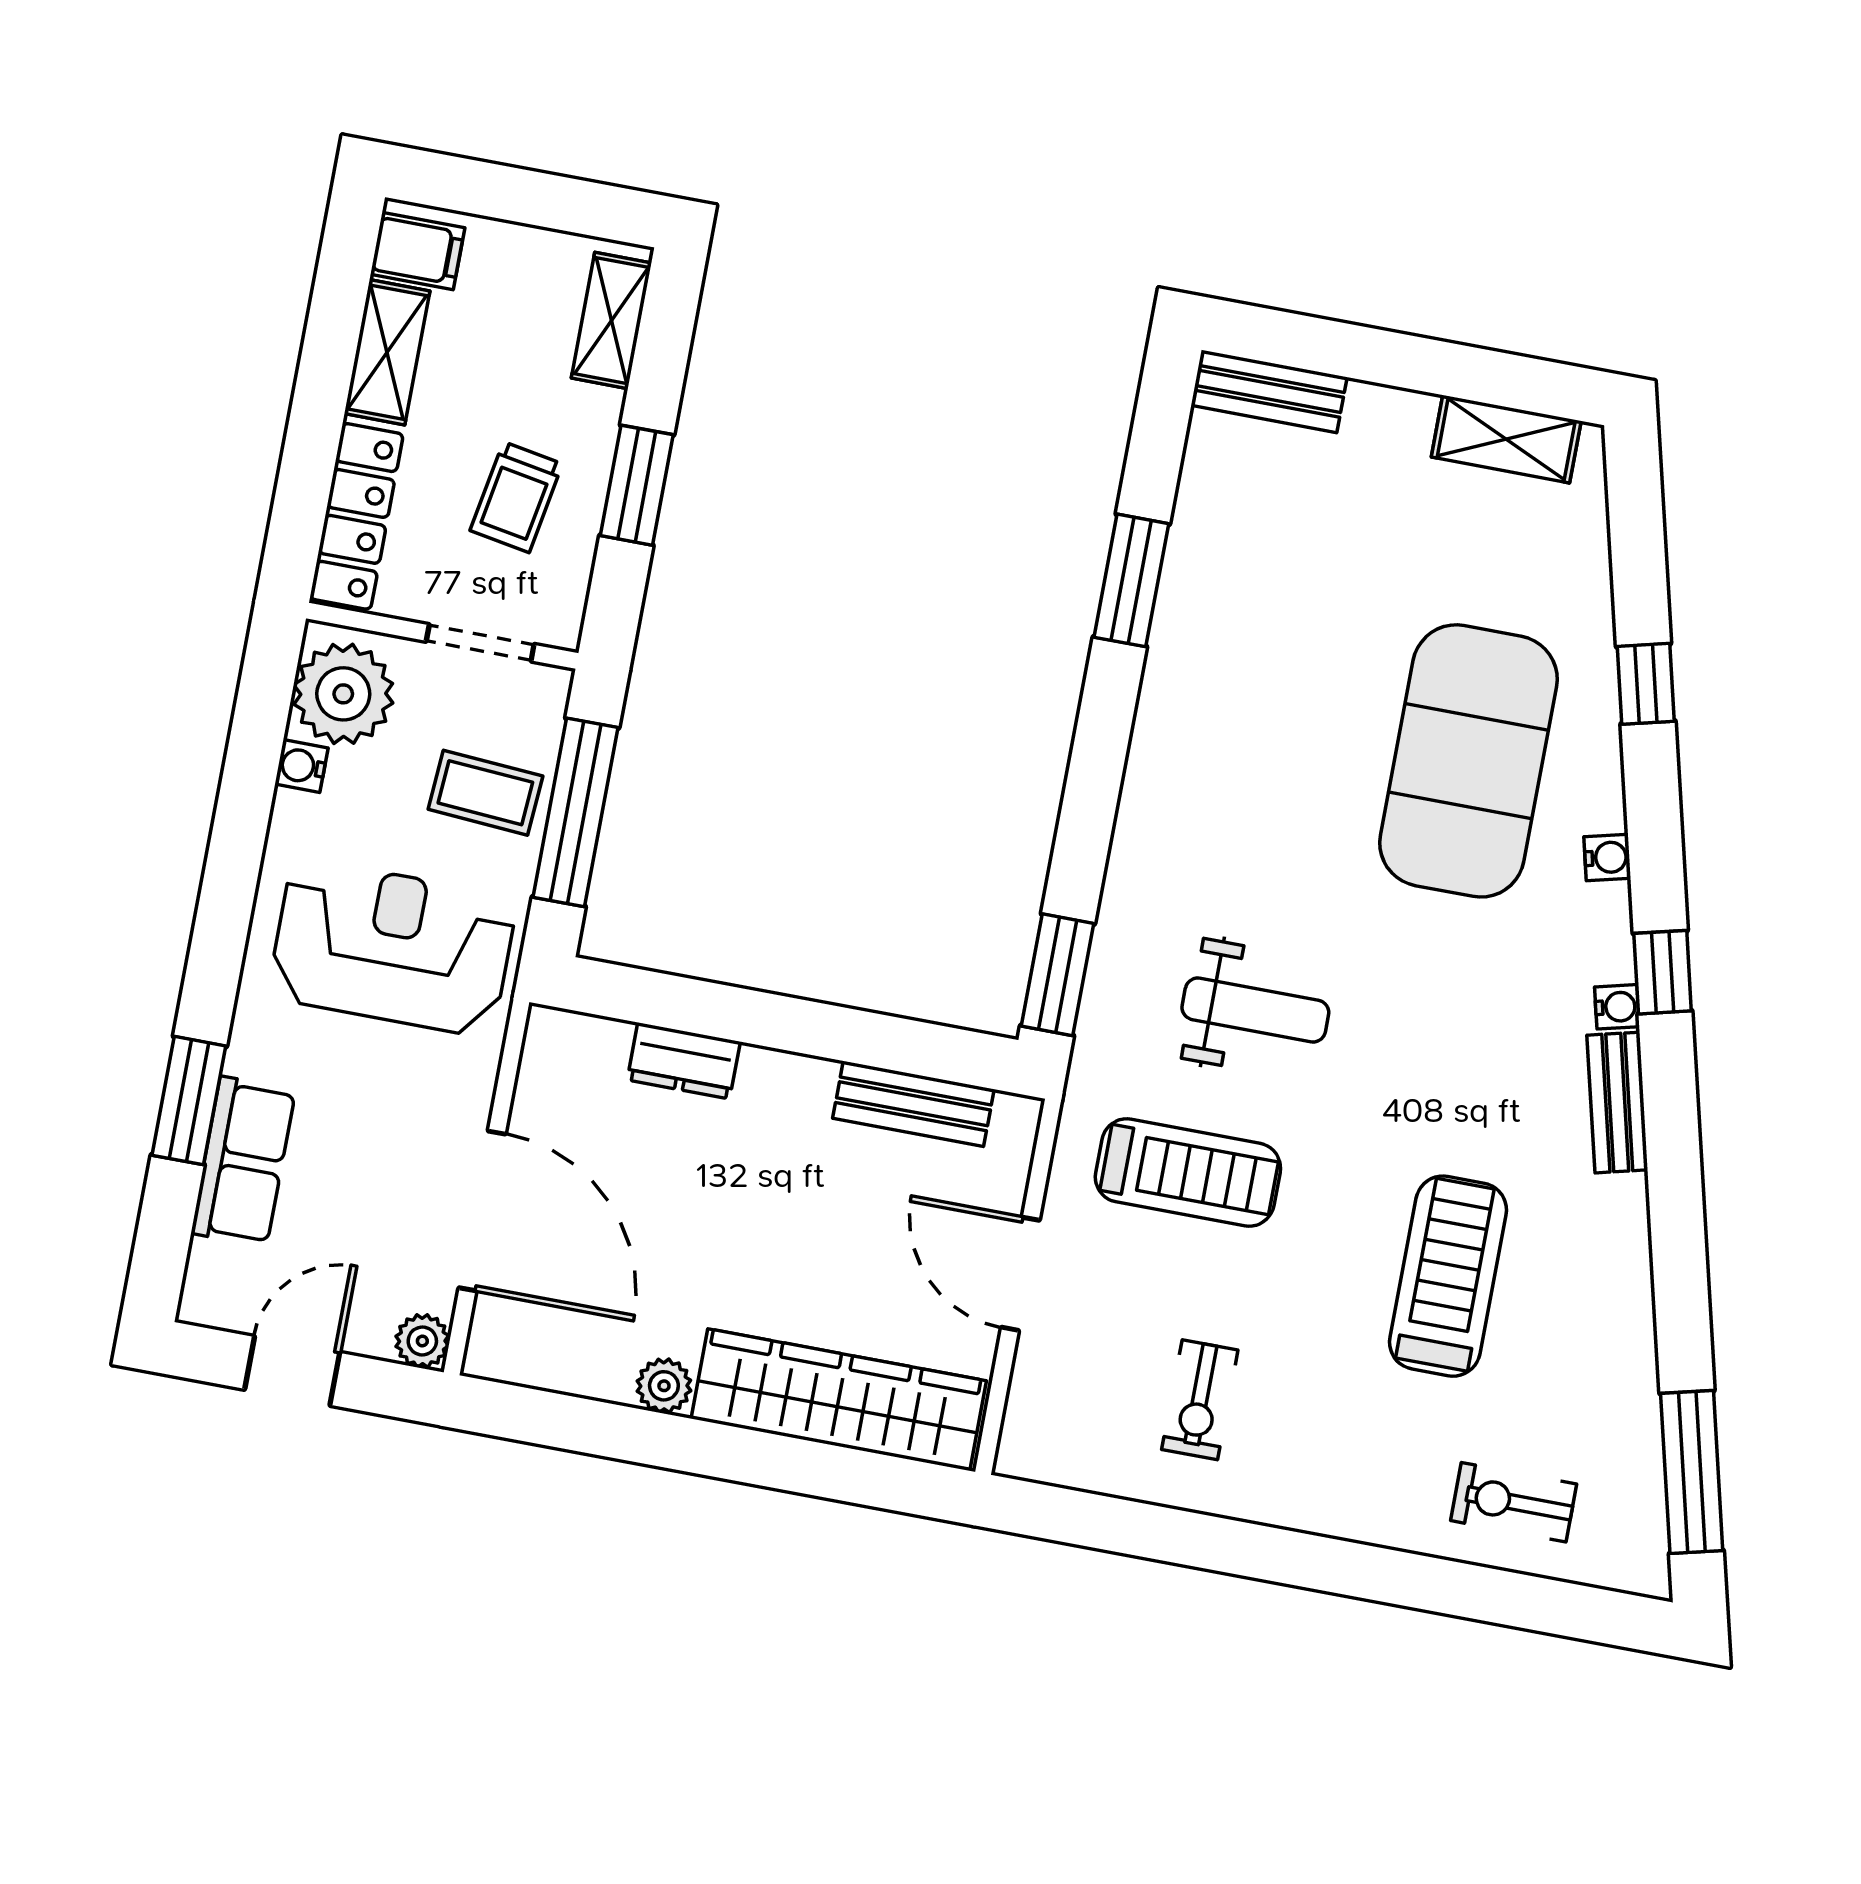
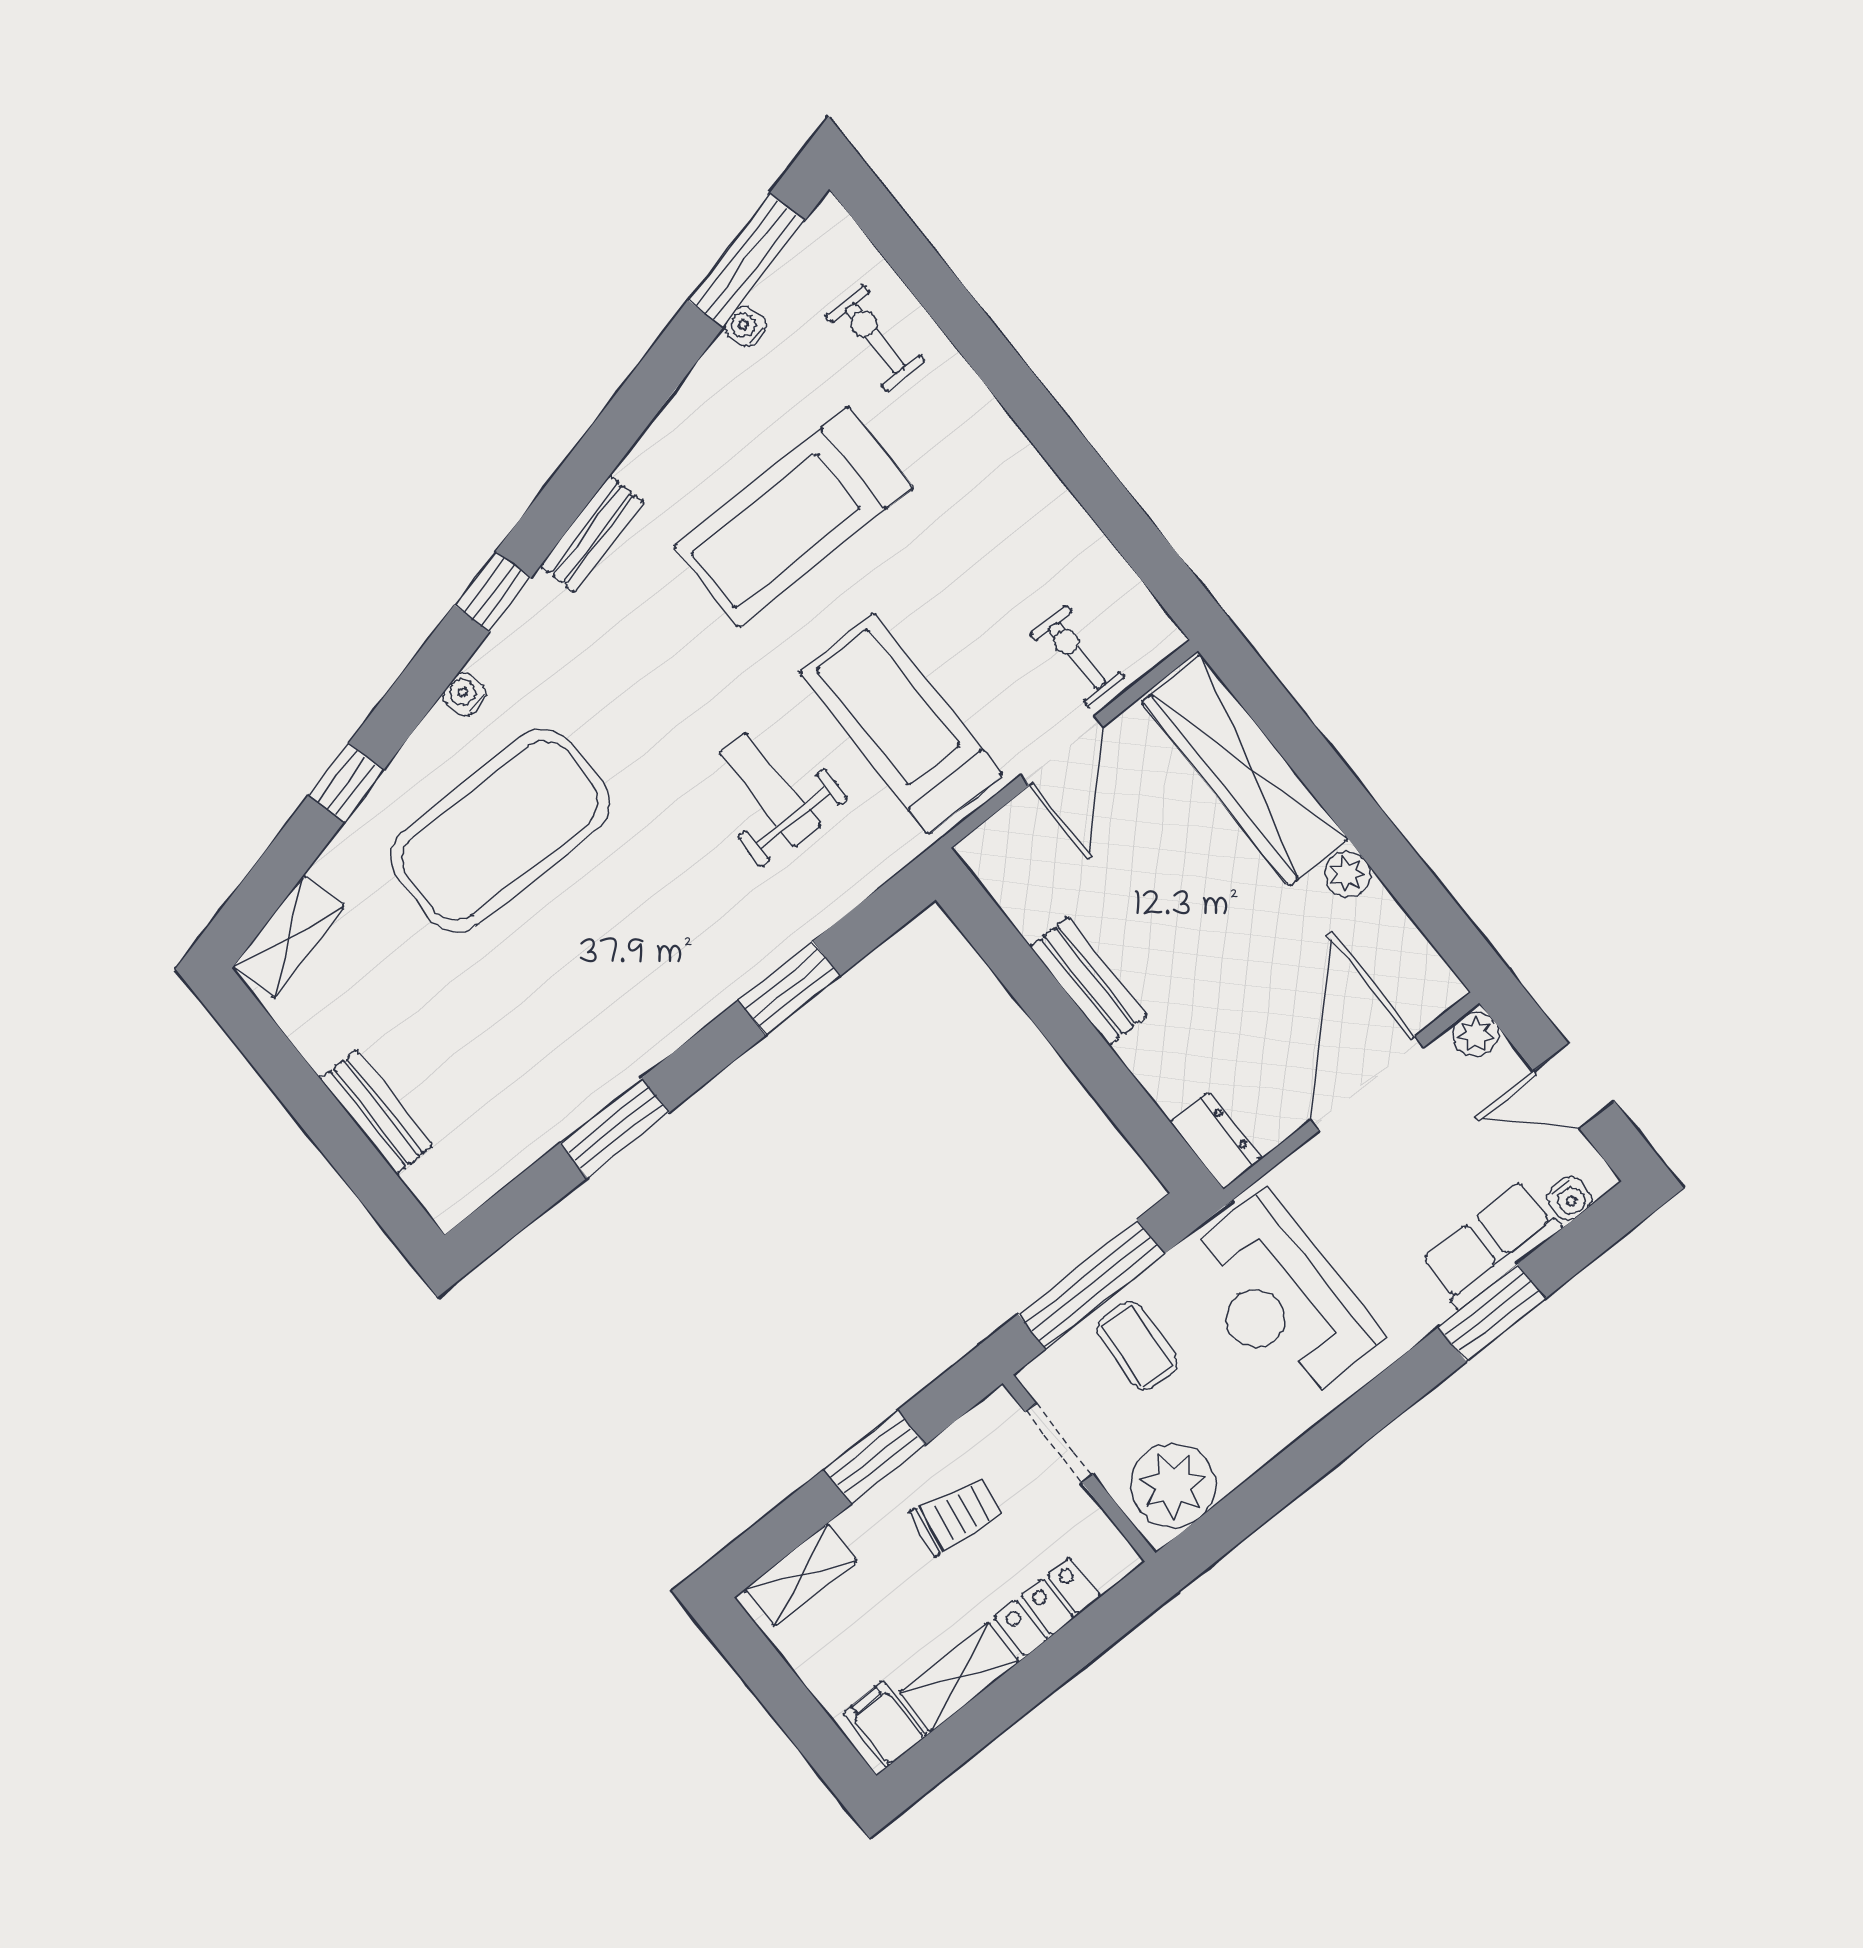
bench: (1269, 391) -> (377, 1112), moved
shelving: (1506, 439) -> (289, 937), moved, turned 76
locker: (357, 516) -> (1047, 1607), width x0.66
water cooler: (301, 766) -> (1569, 1199), moved
window: (1058, 975) -> (789, 988), moved
water cooler: (1617, 1007) -> (746, 326), moved
dresser: (684, 1061) -> (1216, 1140), moved
bench: (913, 1104) -> (1088, 981), moved
treadmill: (1188, 1173) -> (901, 724), width x1.37, depth x1.38
treadmill: (1448, 1276) -> (793, 517), width x1.37, depth x1.38
exercise bike: (1200, 1400) -> (1077, 656), moved, turned -90
exercise bike: (1514, 1502) -> (875, 338), turned 180

